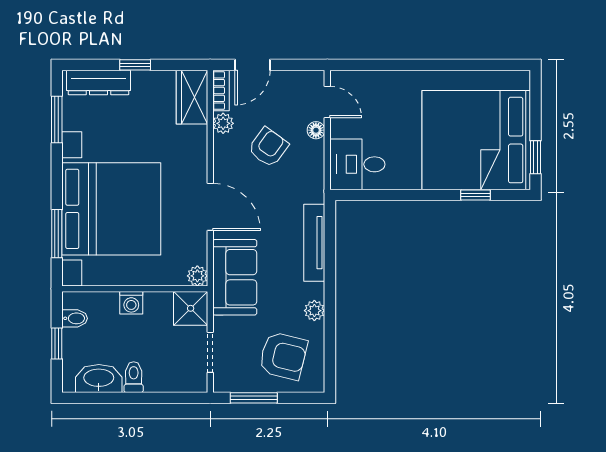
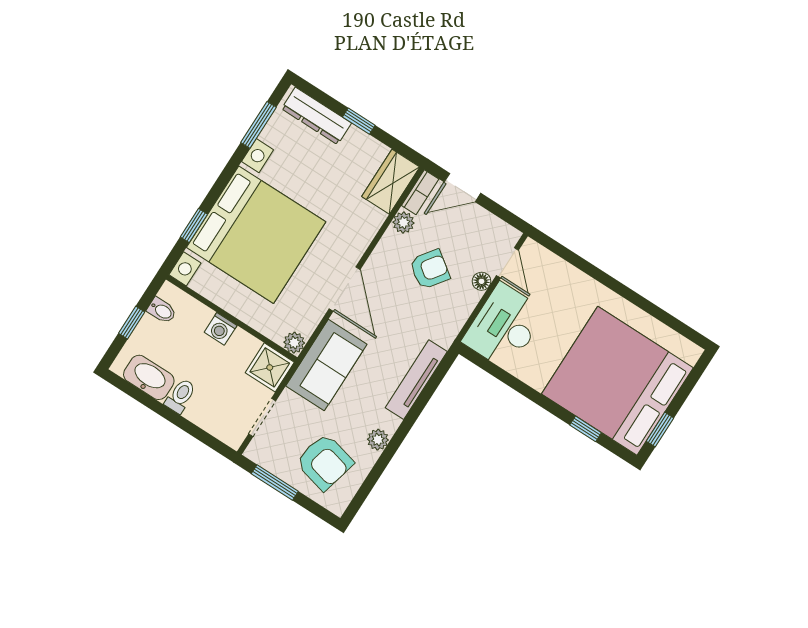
desk: (357, 164) -> (504, 326), width x1.37
window: (57, 234) -> (194, 226), width x0.67

